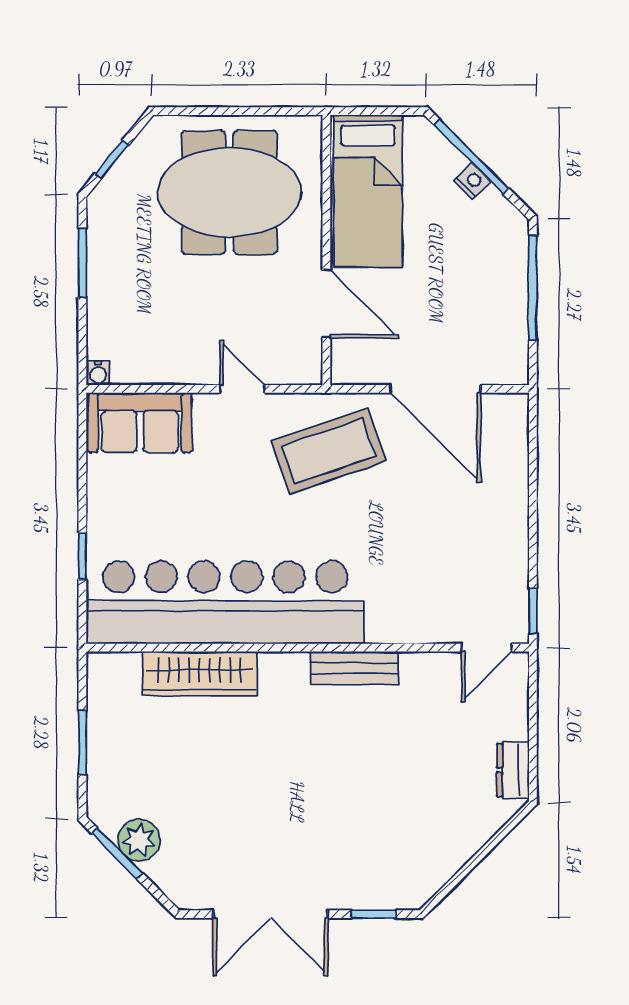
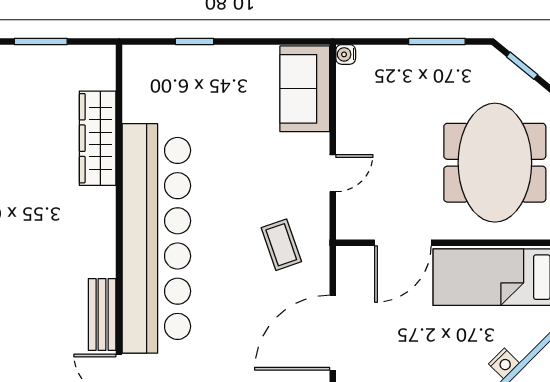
coffee table: (329, 451) -> (281, 245), width x0.54, depth x0.58
bar counter: (225, 602) -> (156, 238), moved
bench: (354, 668) -> (102, 315), moved

